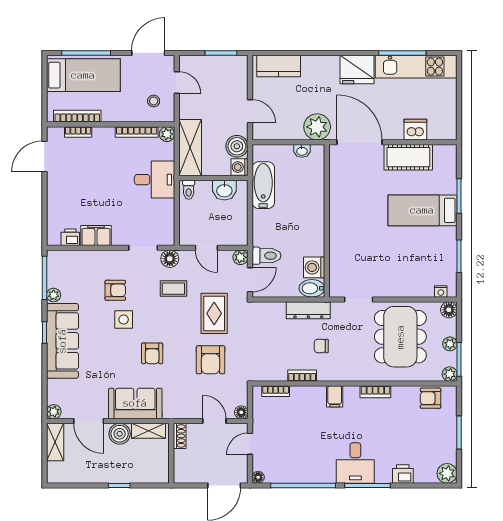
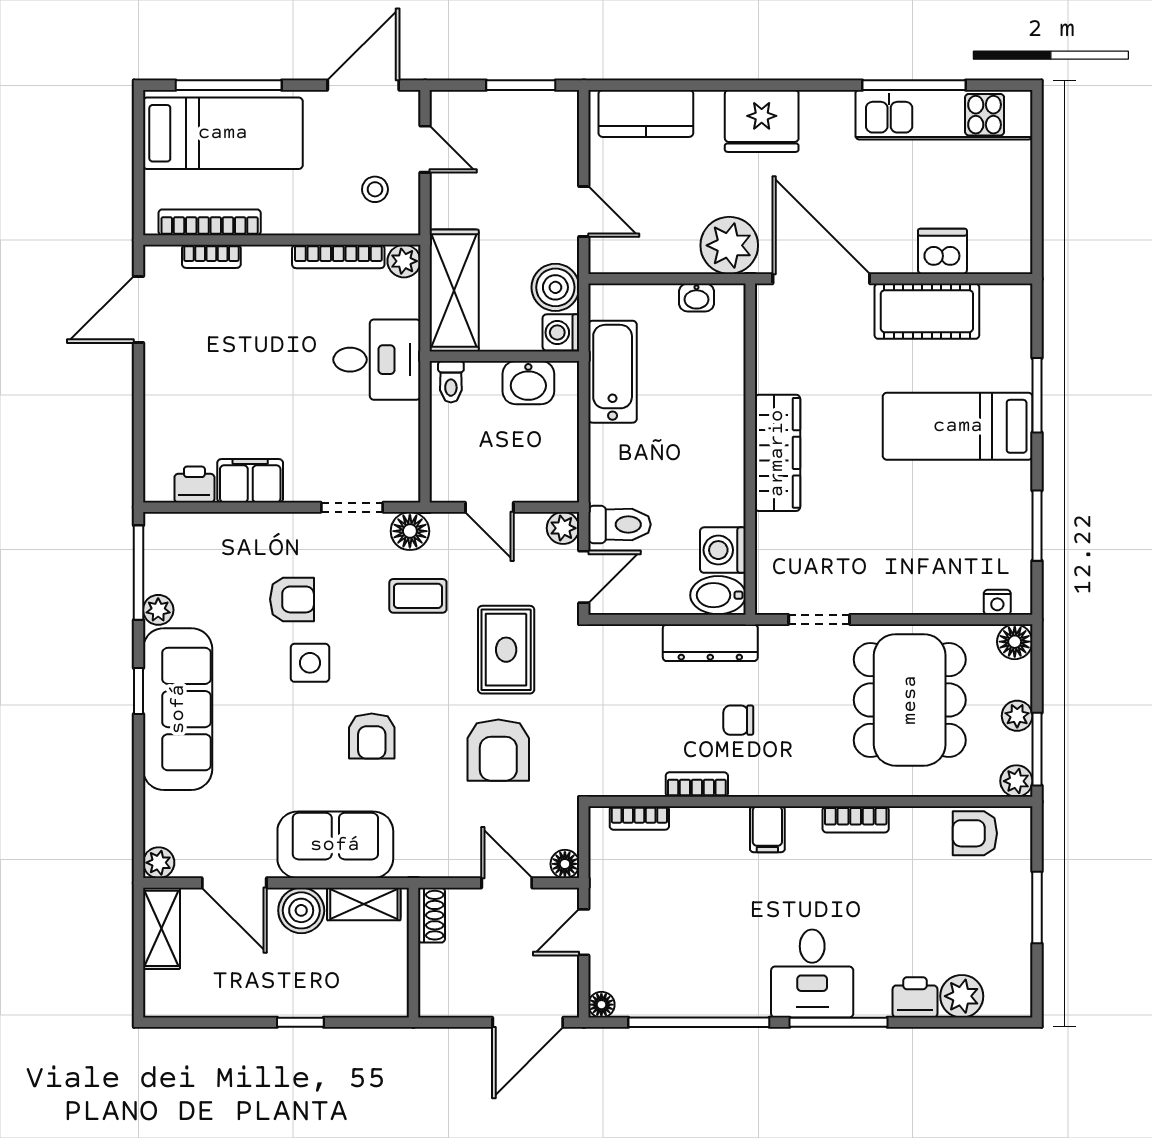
fridge: (357, 69) -> (762, 121), moved
wardrobe: (339, 223) -> (777, 453), added
plant: (447, 473) -> (962, 996), moved

